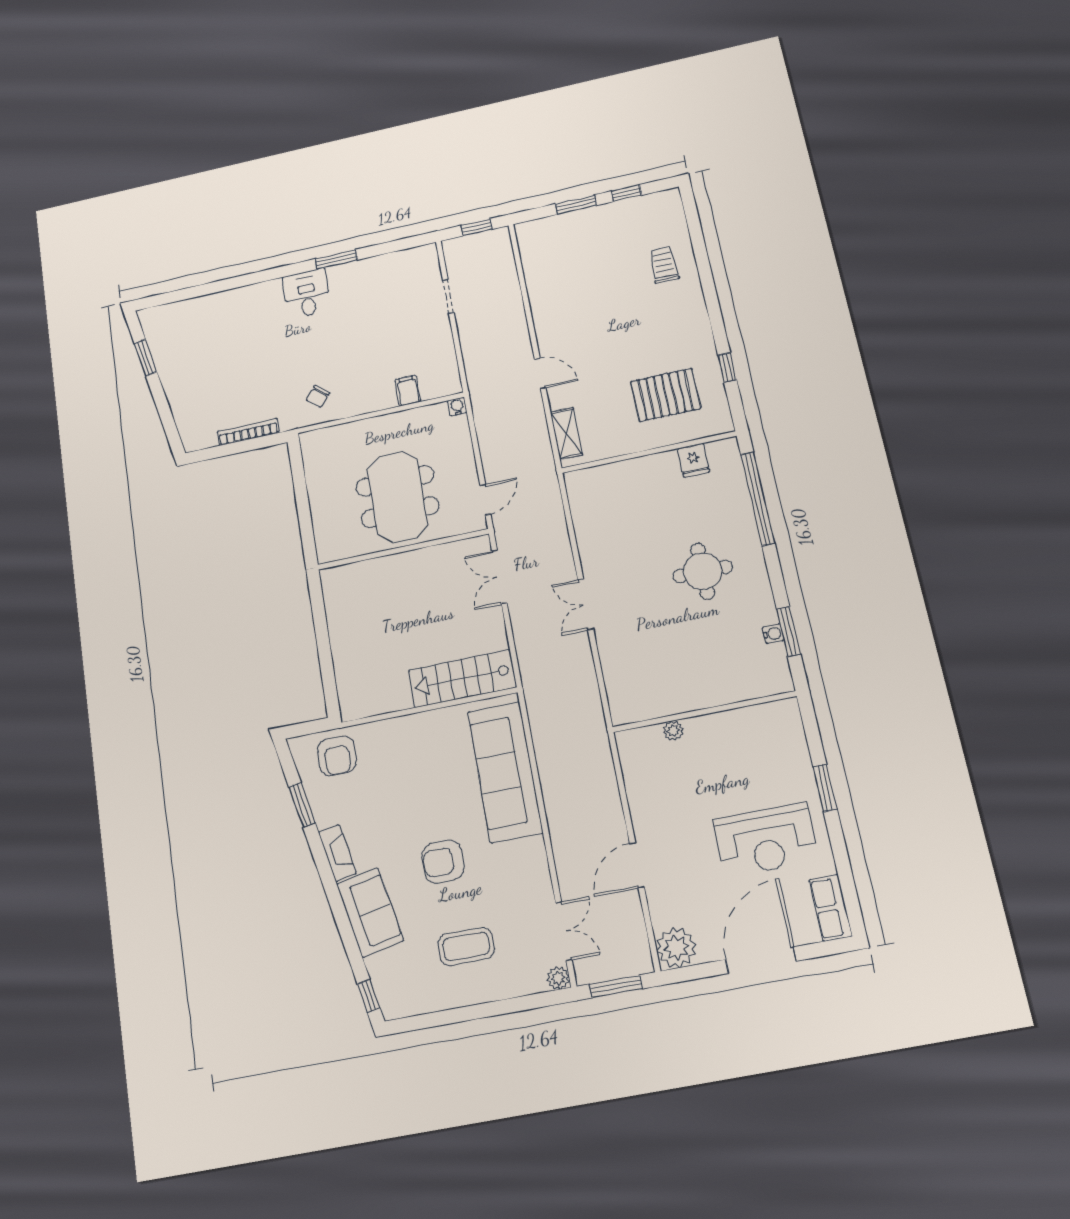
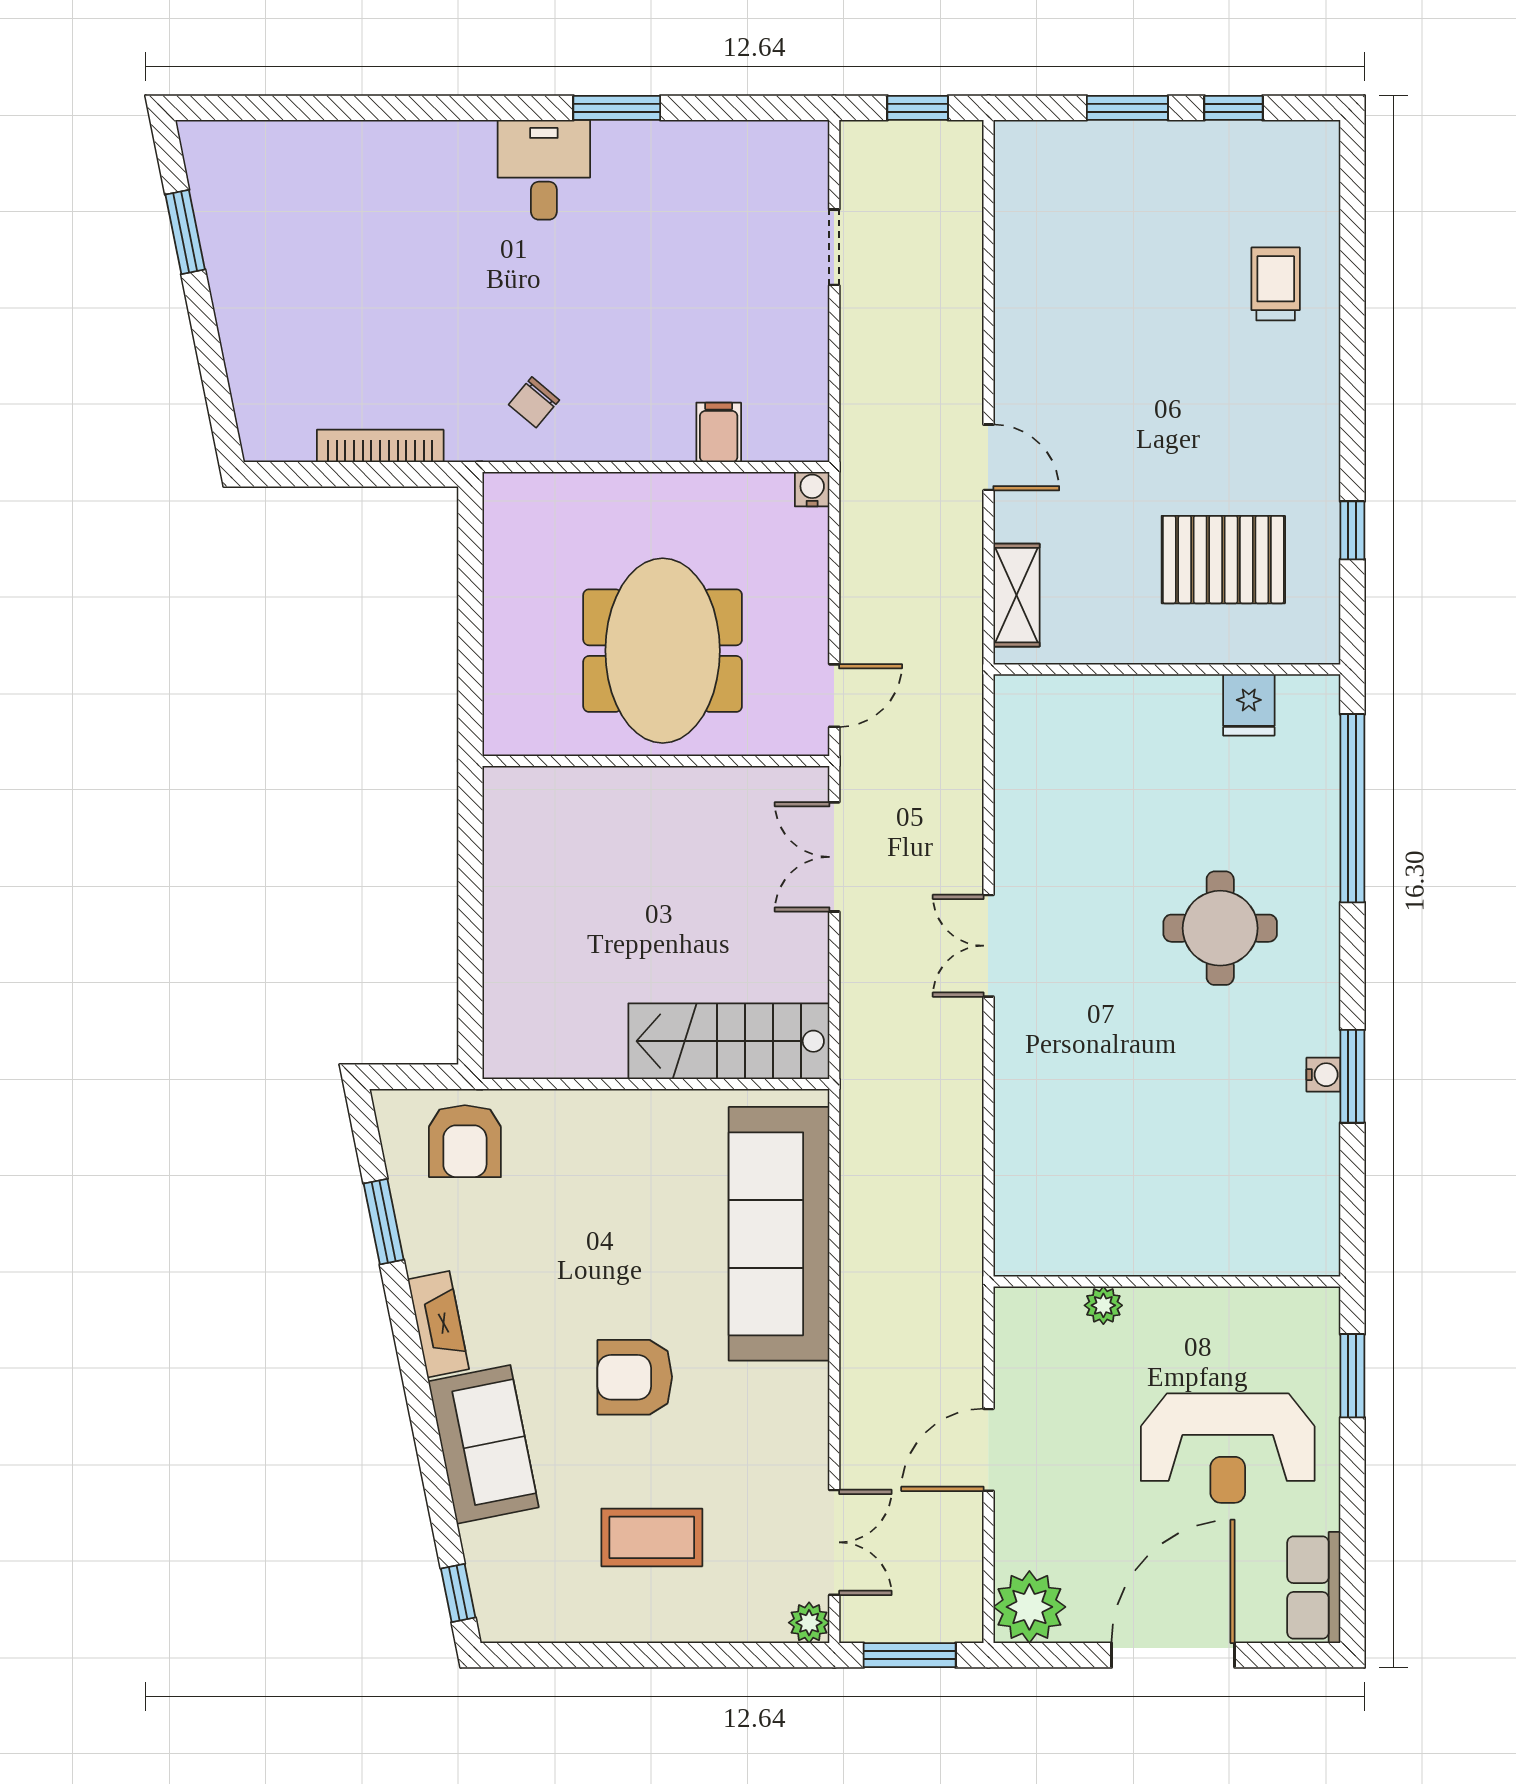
wall: (704, 712) -> (1167, 1282), moved
plant: (673, 731) -> (1103, 1305), moved

